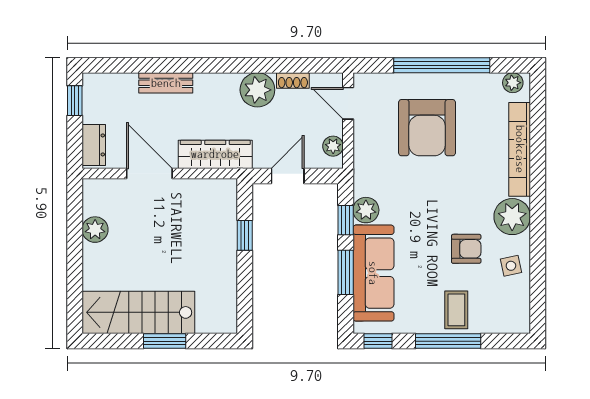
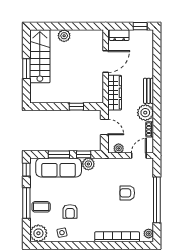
bench: (166, 83) -> (149, 91), moved
armchair: (427, 128) -> (127, 193), width x0.53, depth x0.53
plant: (512, 217) -> (38, 233), moved
plant: (95, 230) -> (64, 36), moved

